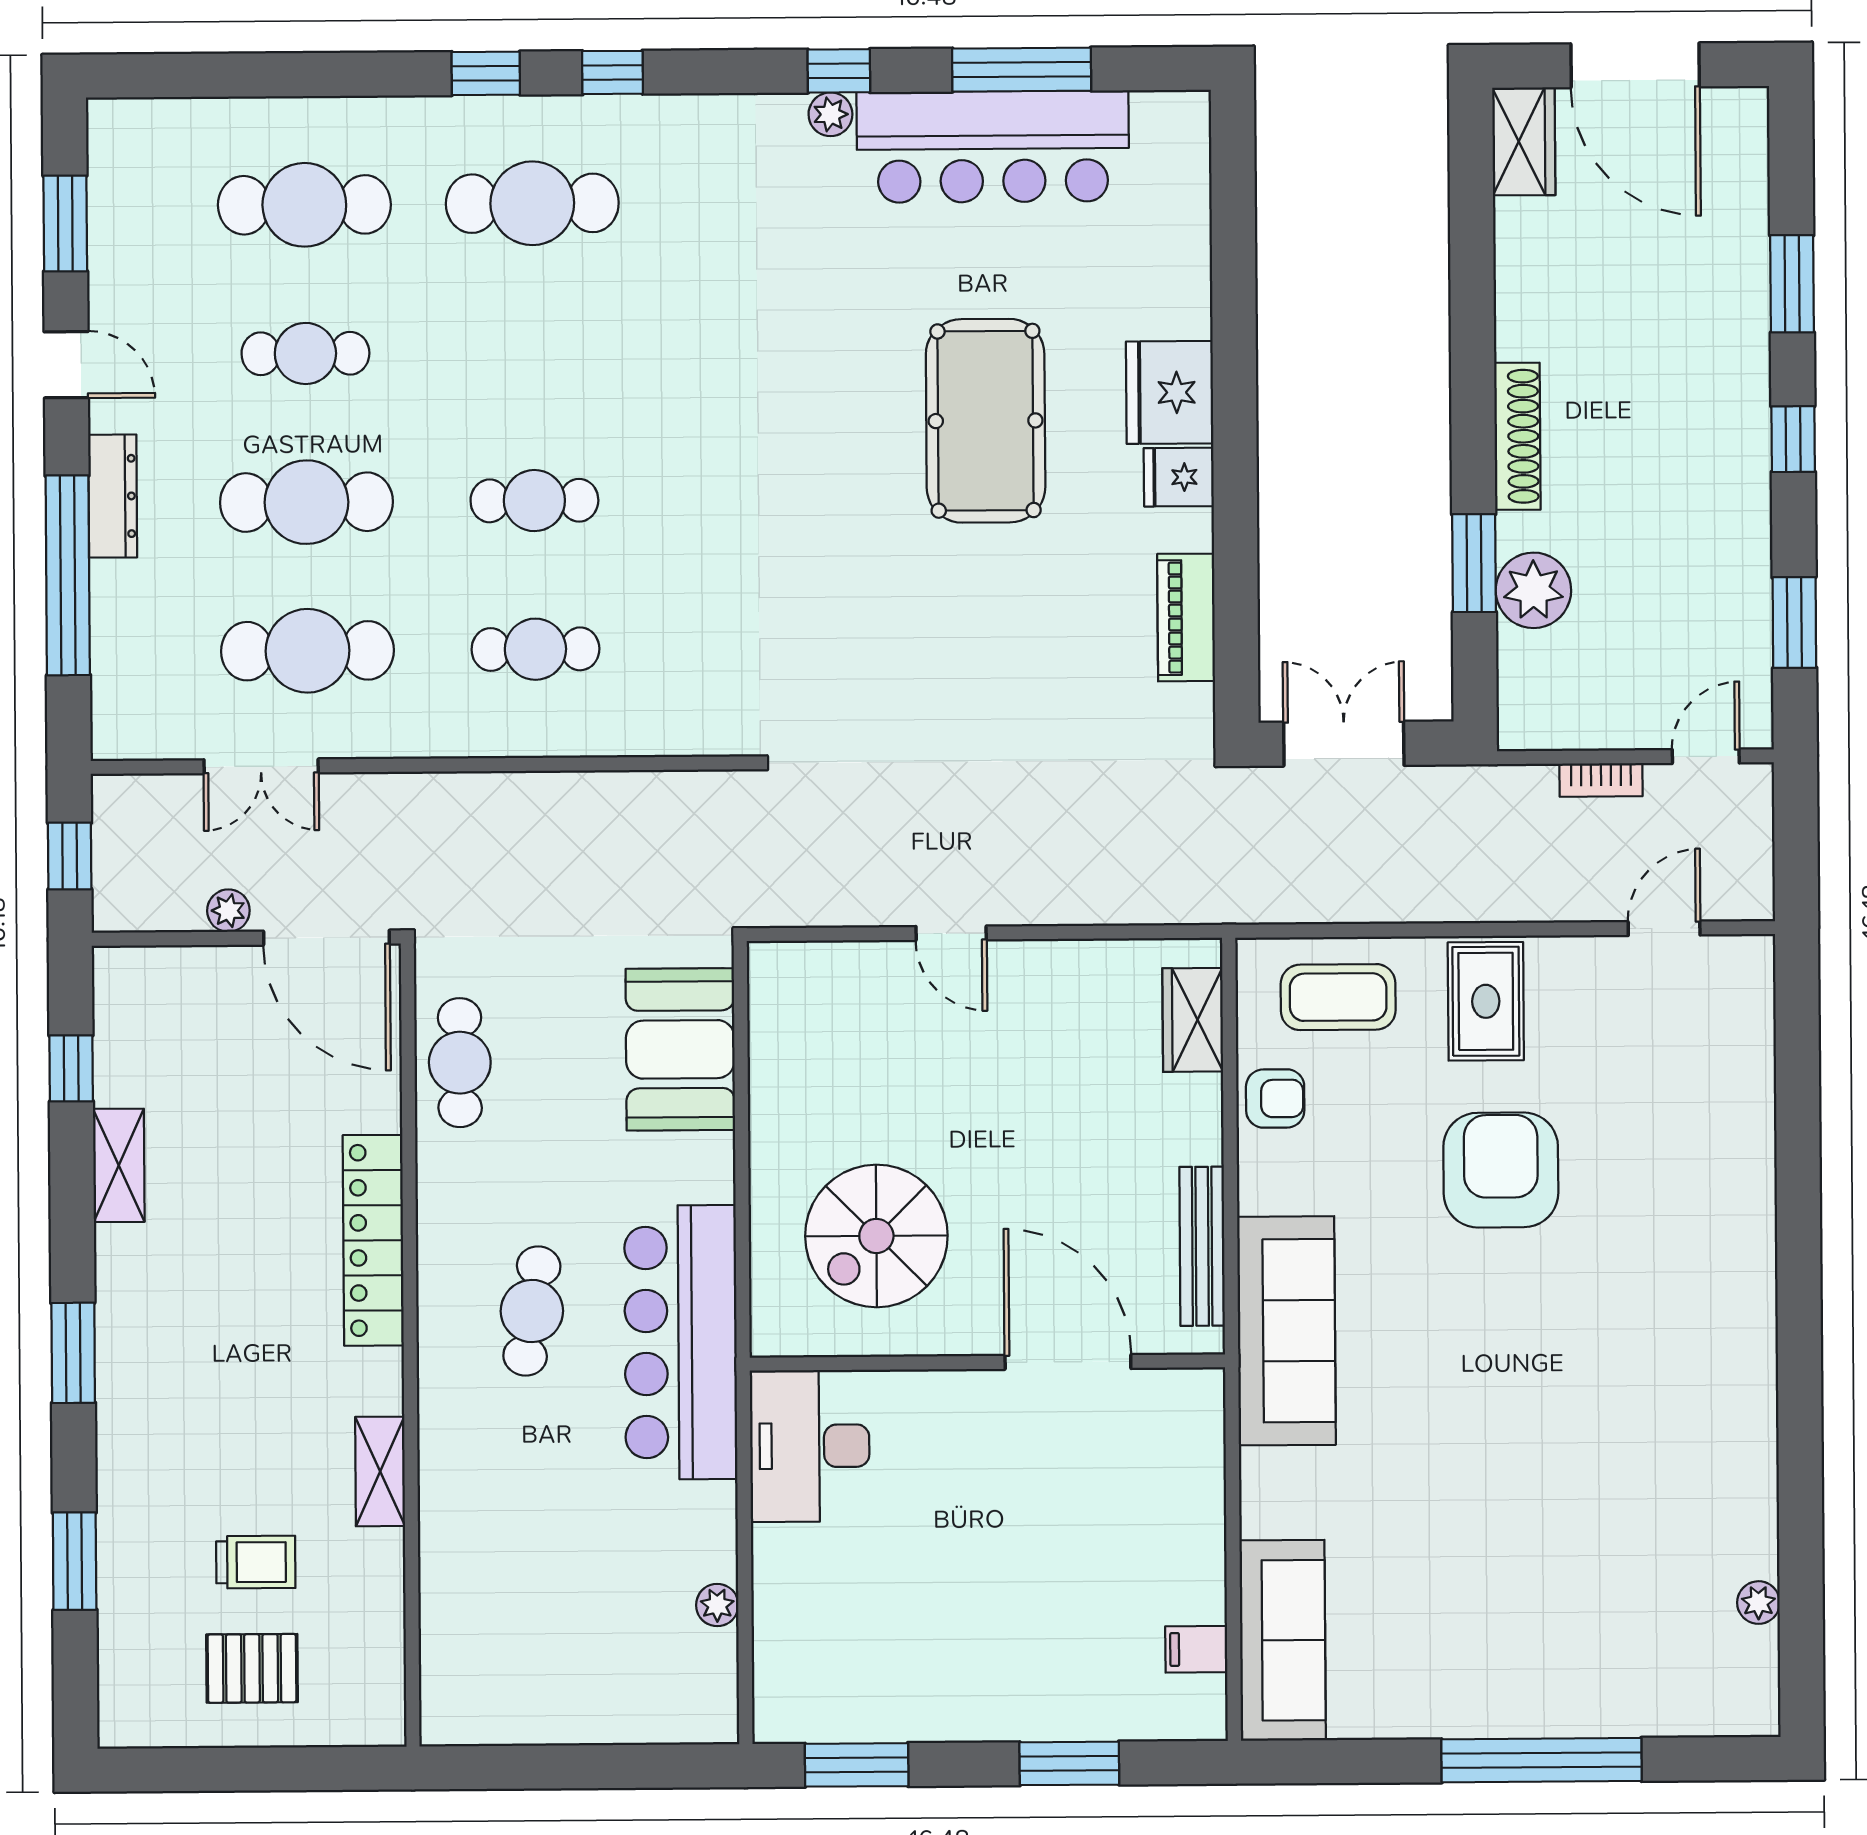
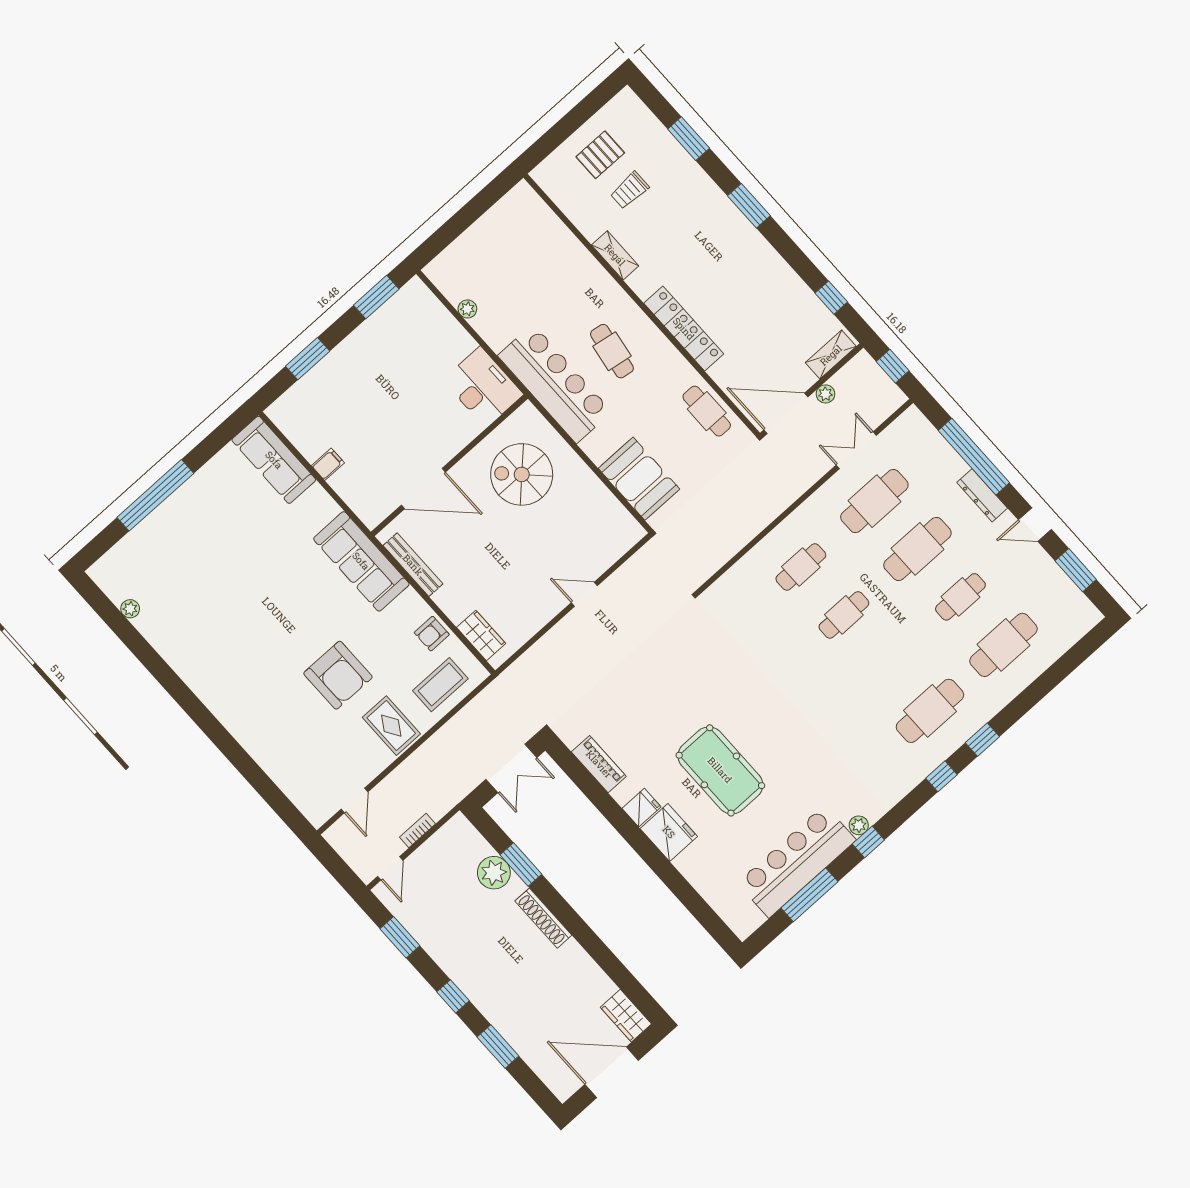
shelving: (119, 1165) -> (831, 355), moved, turned 90
spiral stairs: (876, 1236) -> (522, 474), turned -90
filing cabinet: (1196, 1649) -> (328, 464), moved

